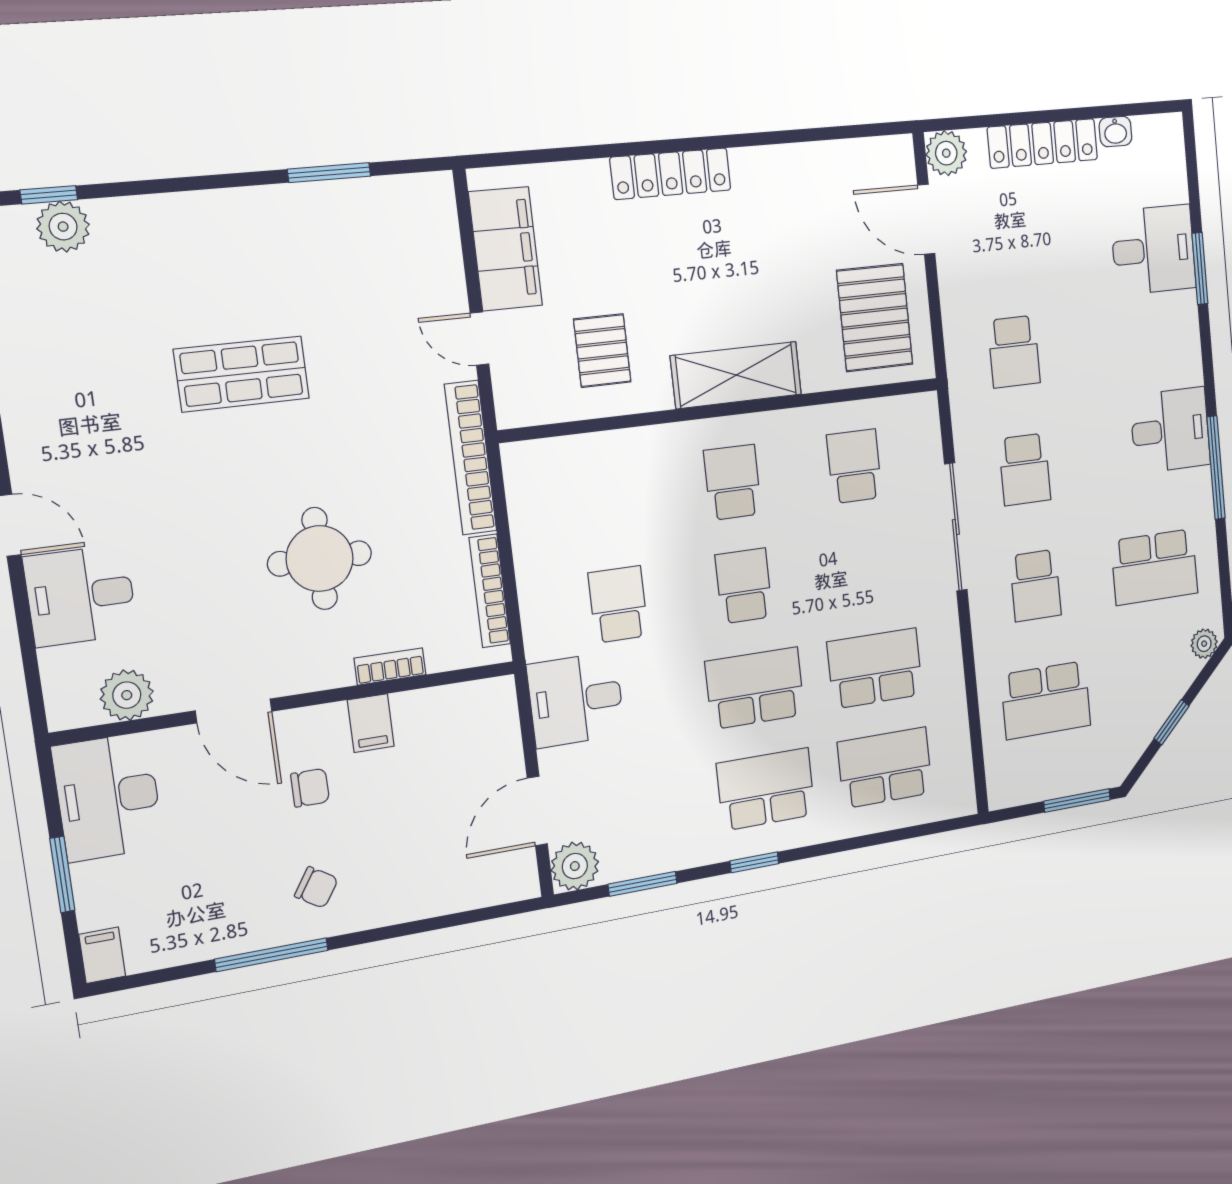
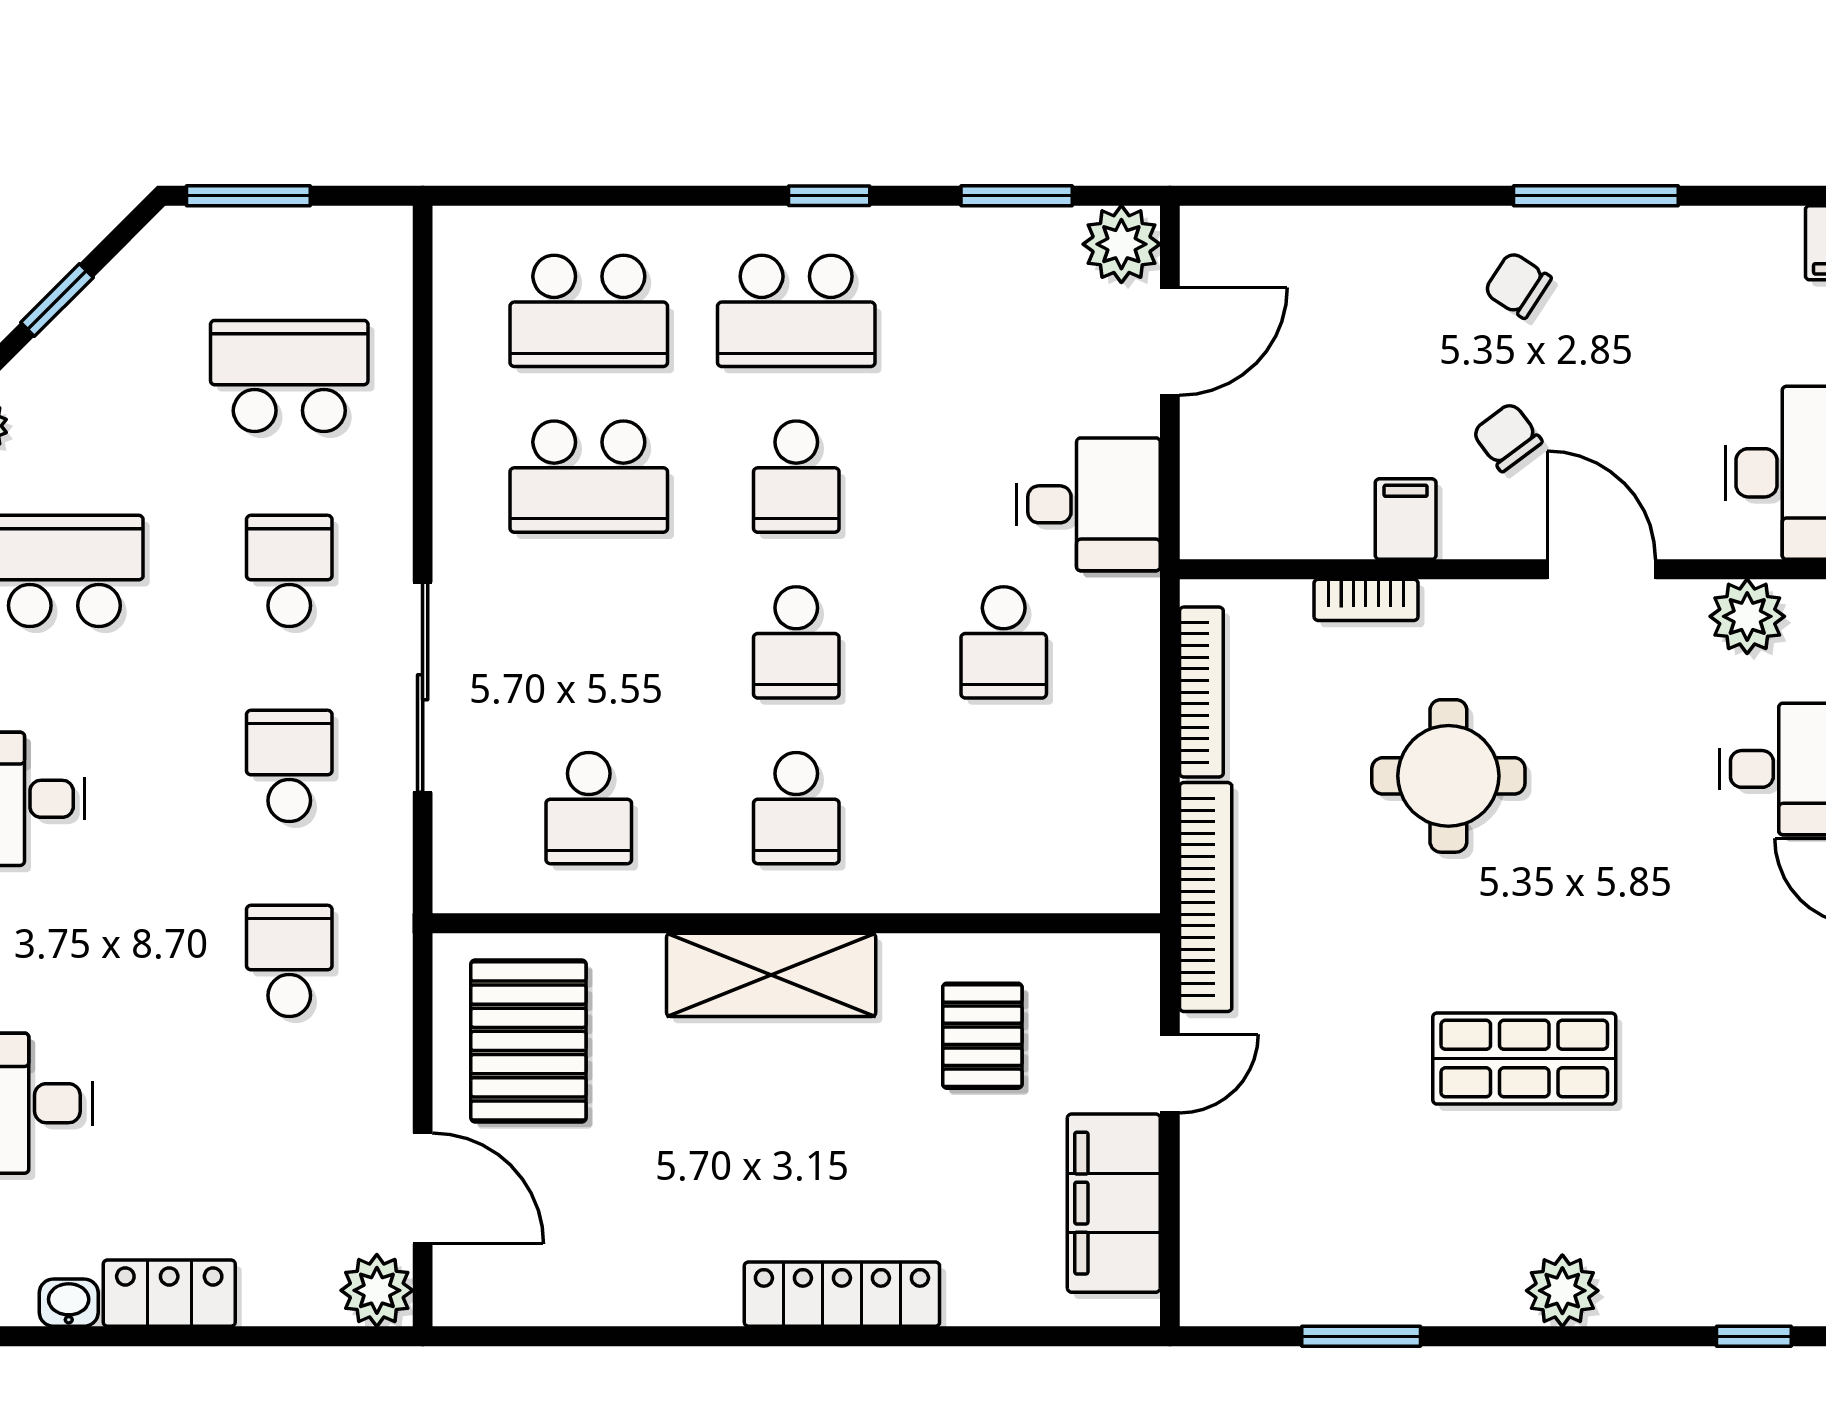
locker: (1043, 143) -> (169, 1293), width x0.66
plant: (63, 227) -> (1562, 1291), moved
door: (479, 339) -> (1170, 1074), hinge flipped
school desk: (755, 688) -> (796, 477), width x0.54
chair: (310, 788) -> (1507, 437), turned 53

